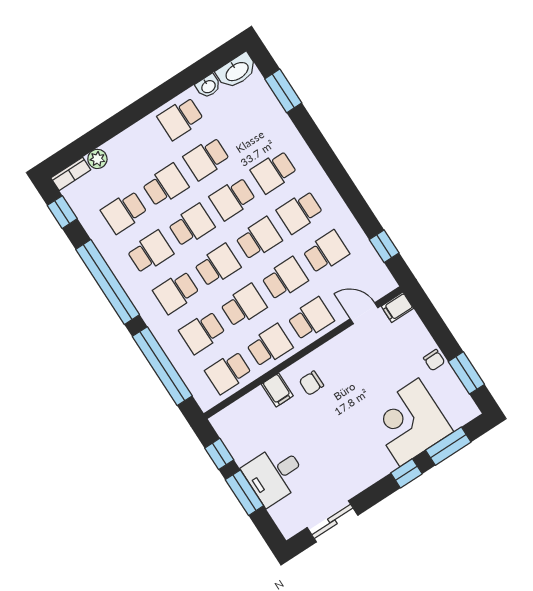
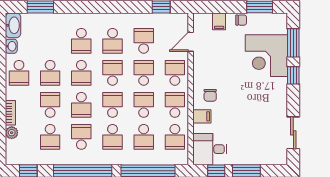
bookcase: (71, 174) -> (10, 113), moved
school desk: (191, 225) -> (81, 105), turned 180
filing cabinet: (397, 307) -> (219, 21), moved
desk: (275, 475) -> (210, 149), moved, turned 90

